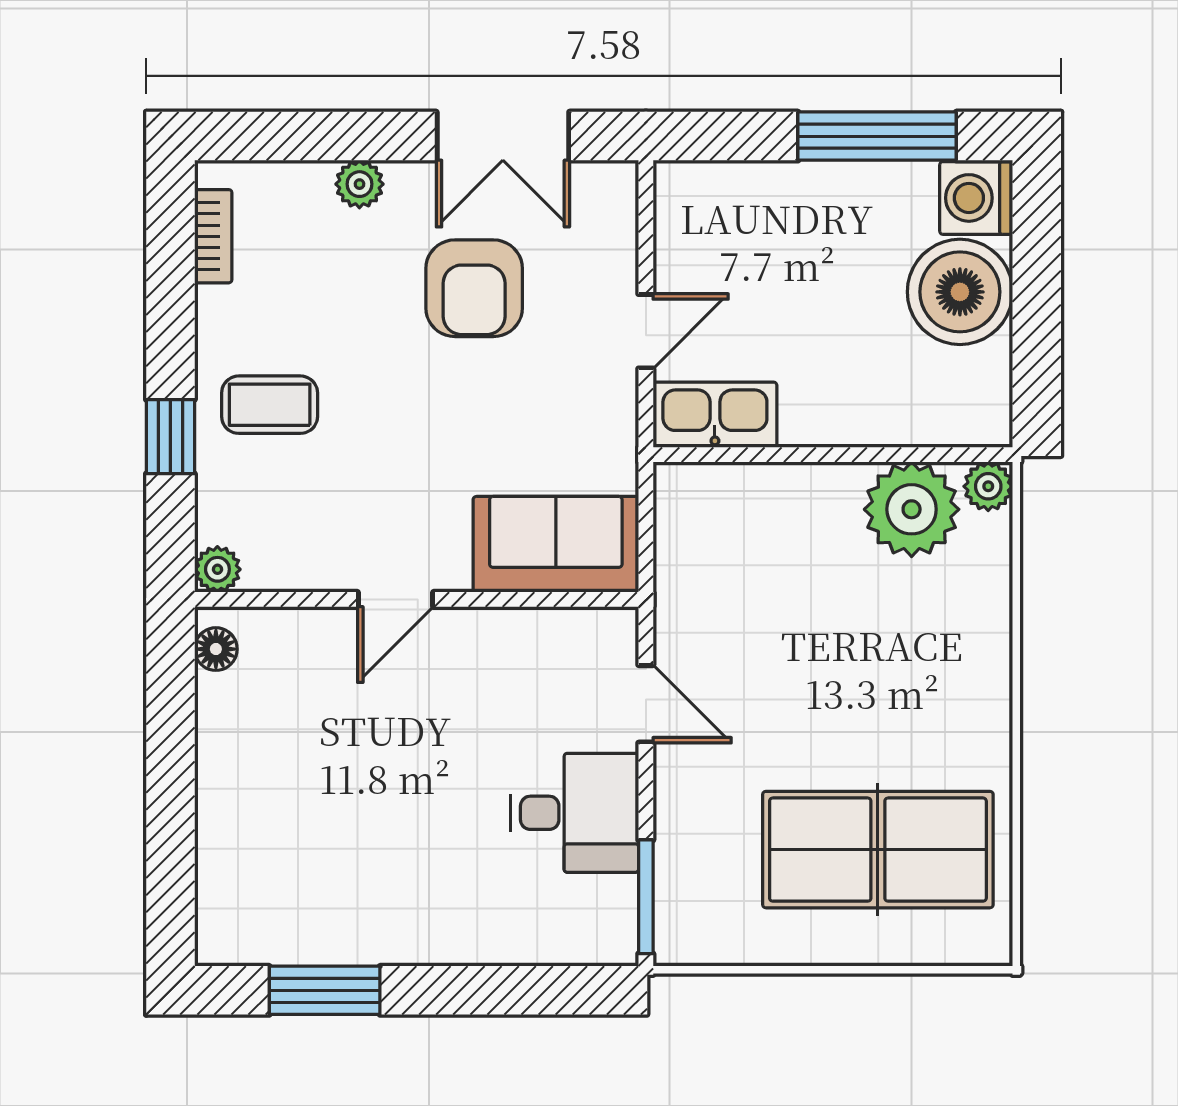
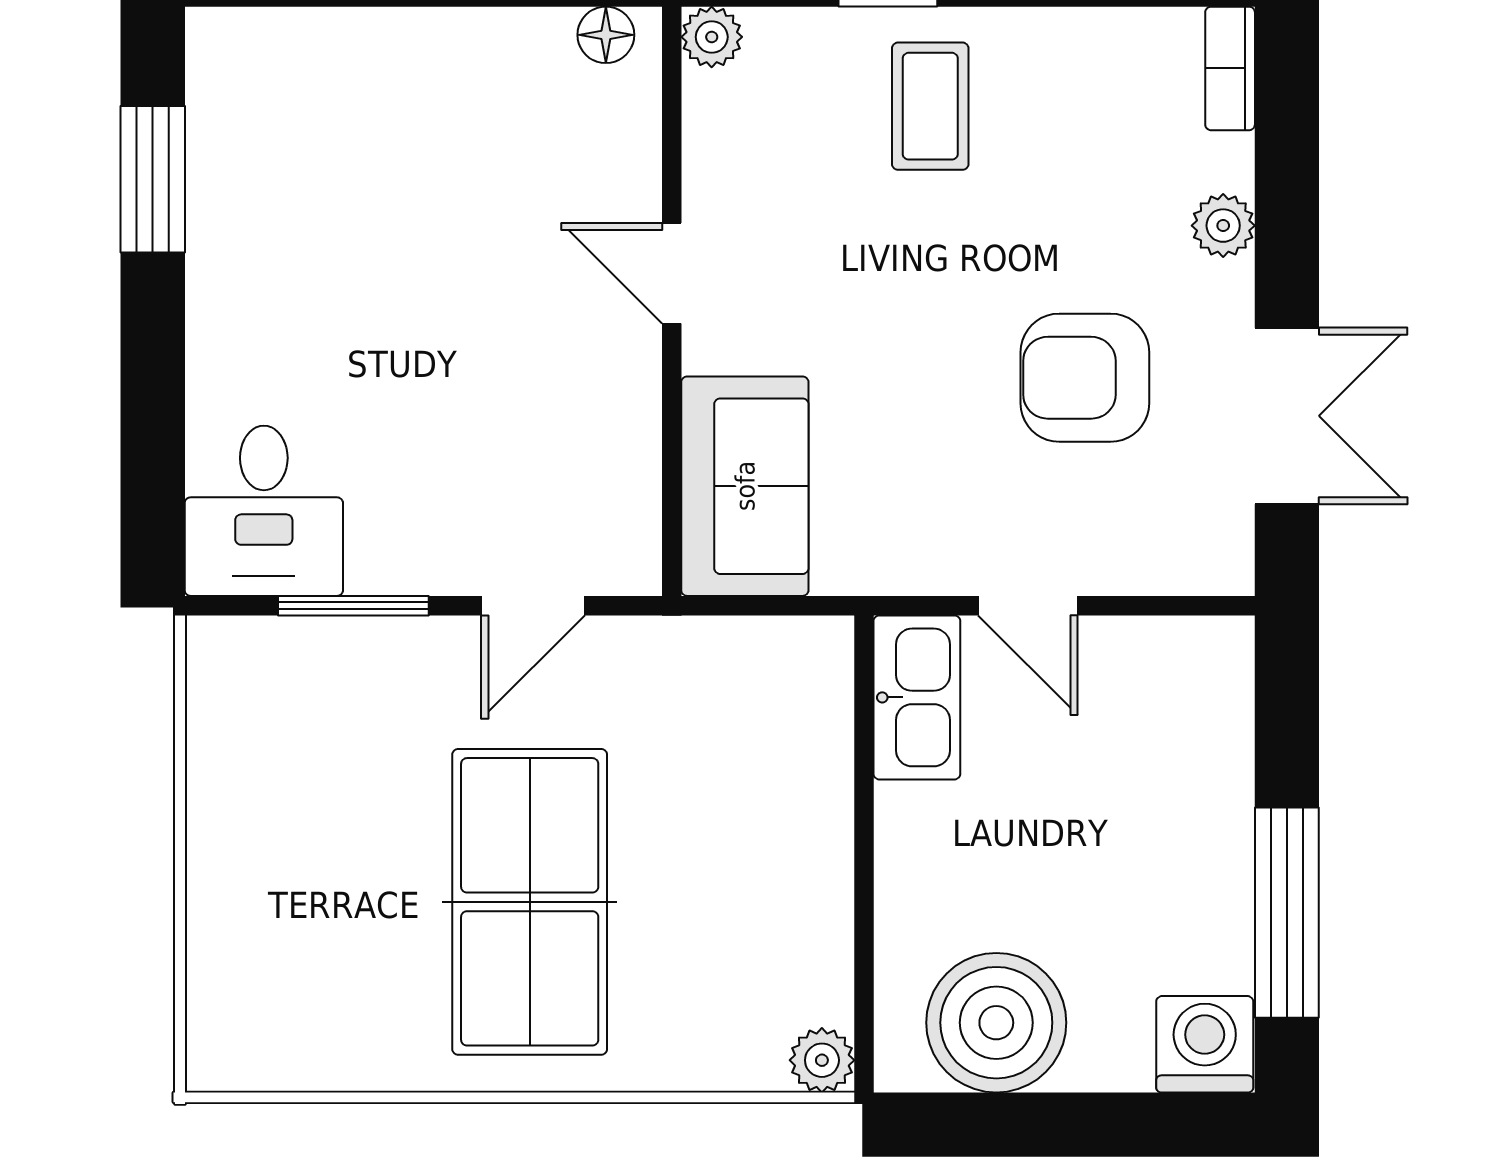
double door: (503, 136) -> (1287, 416), swing flipped
bookcase: (213, 236) -> (1230, 68), moved, turned 90
boiler: (960, 292) -> (996, 1023), moved
plant: (912, 509) -> (791, 958), removed
desk: (574, 813) -> (264, 511), moved
table tennis table: (878, 850) -> (530, 902), moved
window: (646, 897) -> (353, 606), moved

